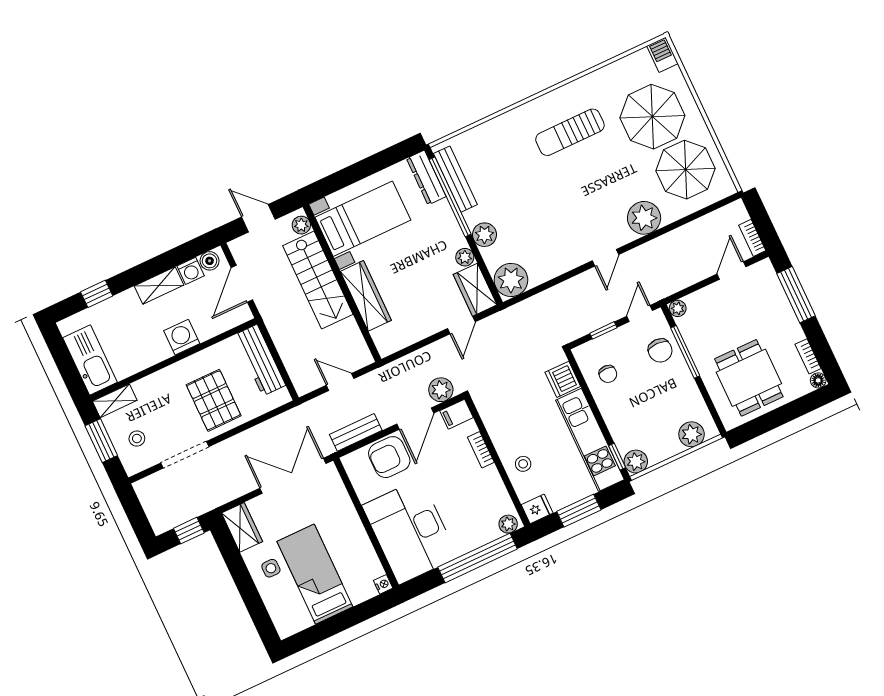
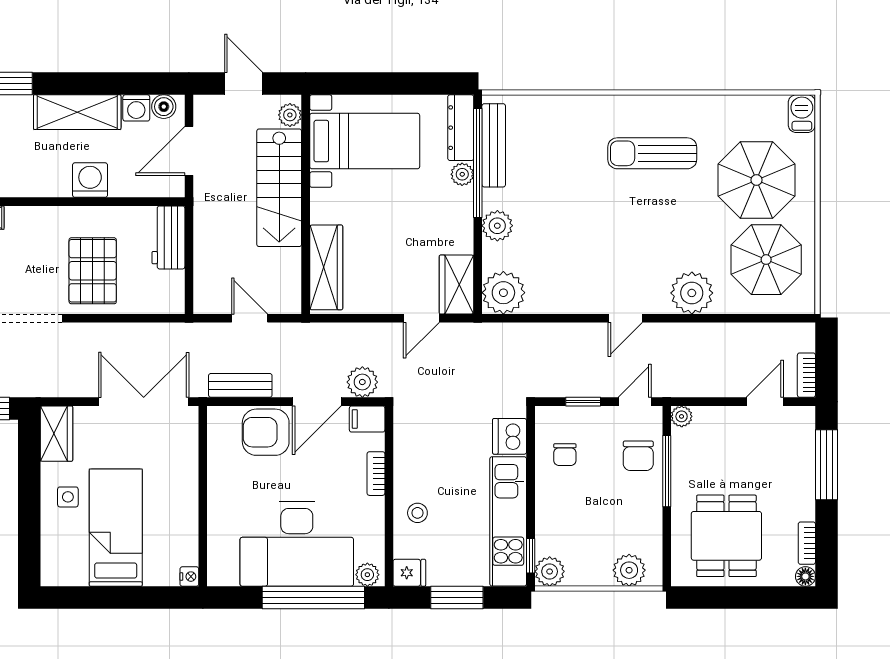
plant: (465, 257) -> (462, 174), moved
shelving: (159, 286) -> (77, 112), width x1.50, depth x1.33
wardrobe: (366, 296) -> (326, 267), moved
workbench: (260, 360) -> (168, 237), width x0.73
desk: (410, 531) -> (297, 544), moved, turned -90

